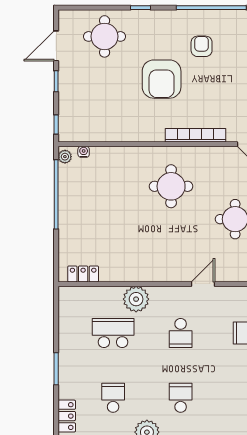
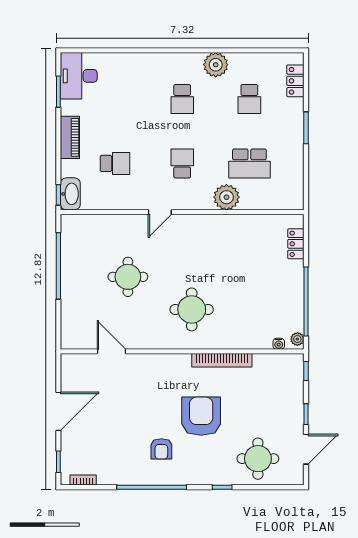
bookcase: (195, 135) -> (222, 360), moved
locker: (83, 274) -> (296, 244), moved, turned 90

